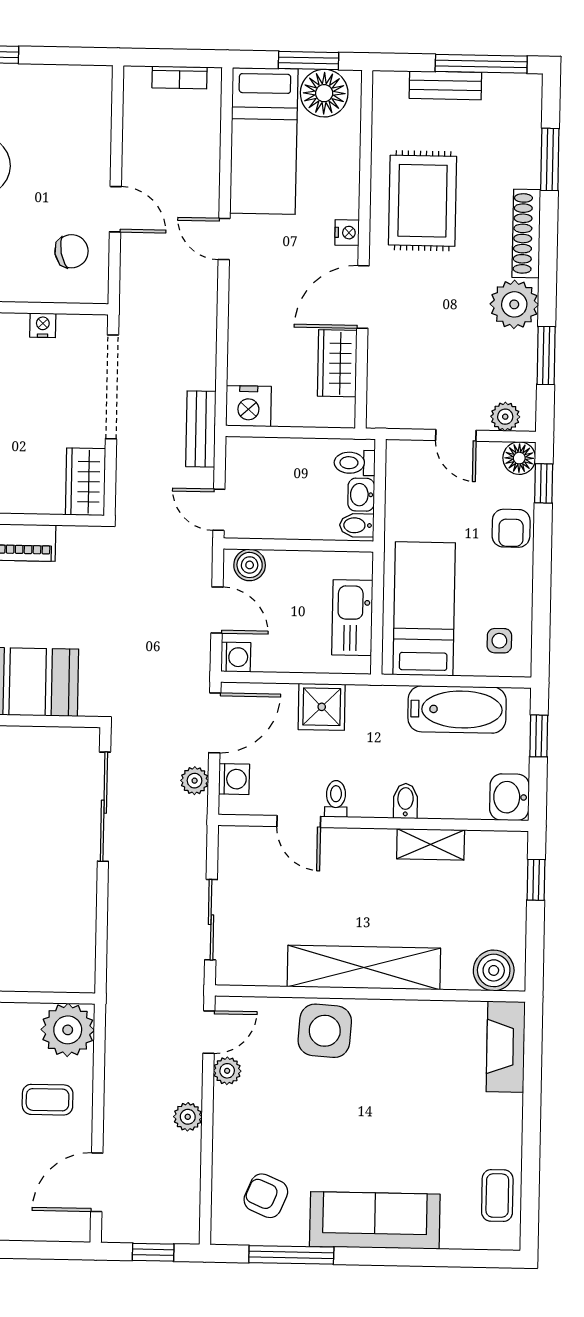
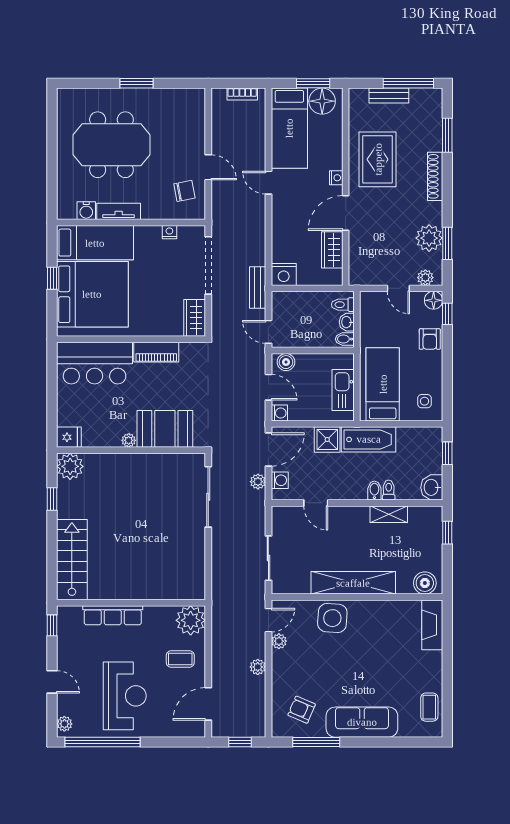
plant: (514, 304) -> (429, 238), moved
bathtub: (457, 709) -> (369, 439), moved
toilet: (336, 799) -> (389, 490), moved

